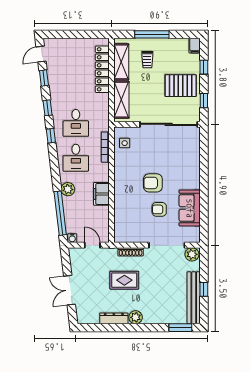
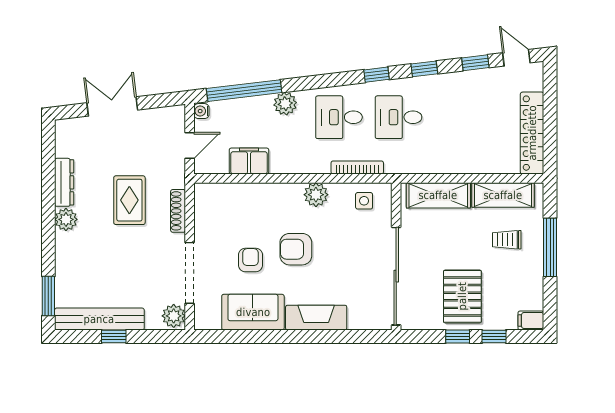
locker: (102, 69) -> (532, 133), moved, turned -90
window: (204, 101) -> (458, 336), moved
plant: (121, 171) -> (316, 195), added
fireplace: (193, 171) -> (316, 318), added
armchair: (153, 183) -> (296, 249), turned -90
filing cabinet: (101, 194) -> (249, 161), moved

